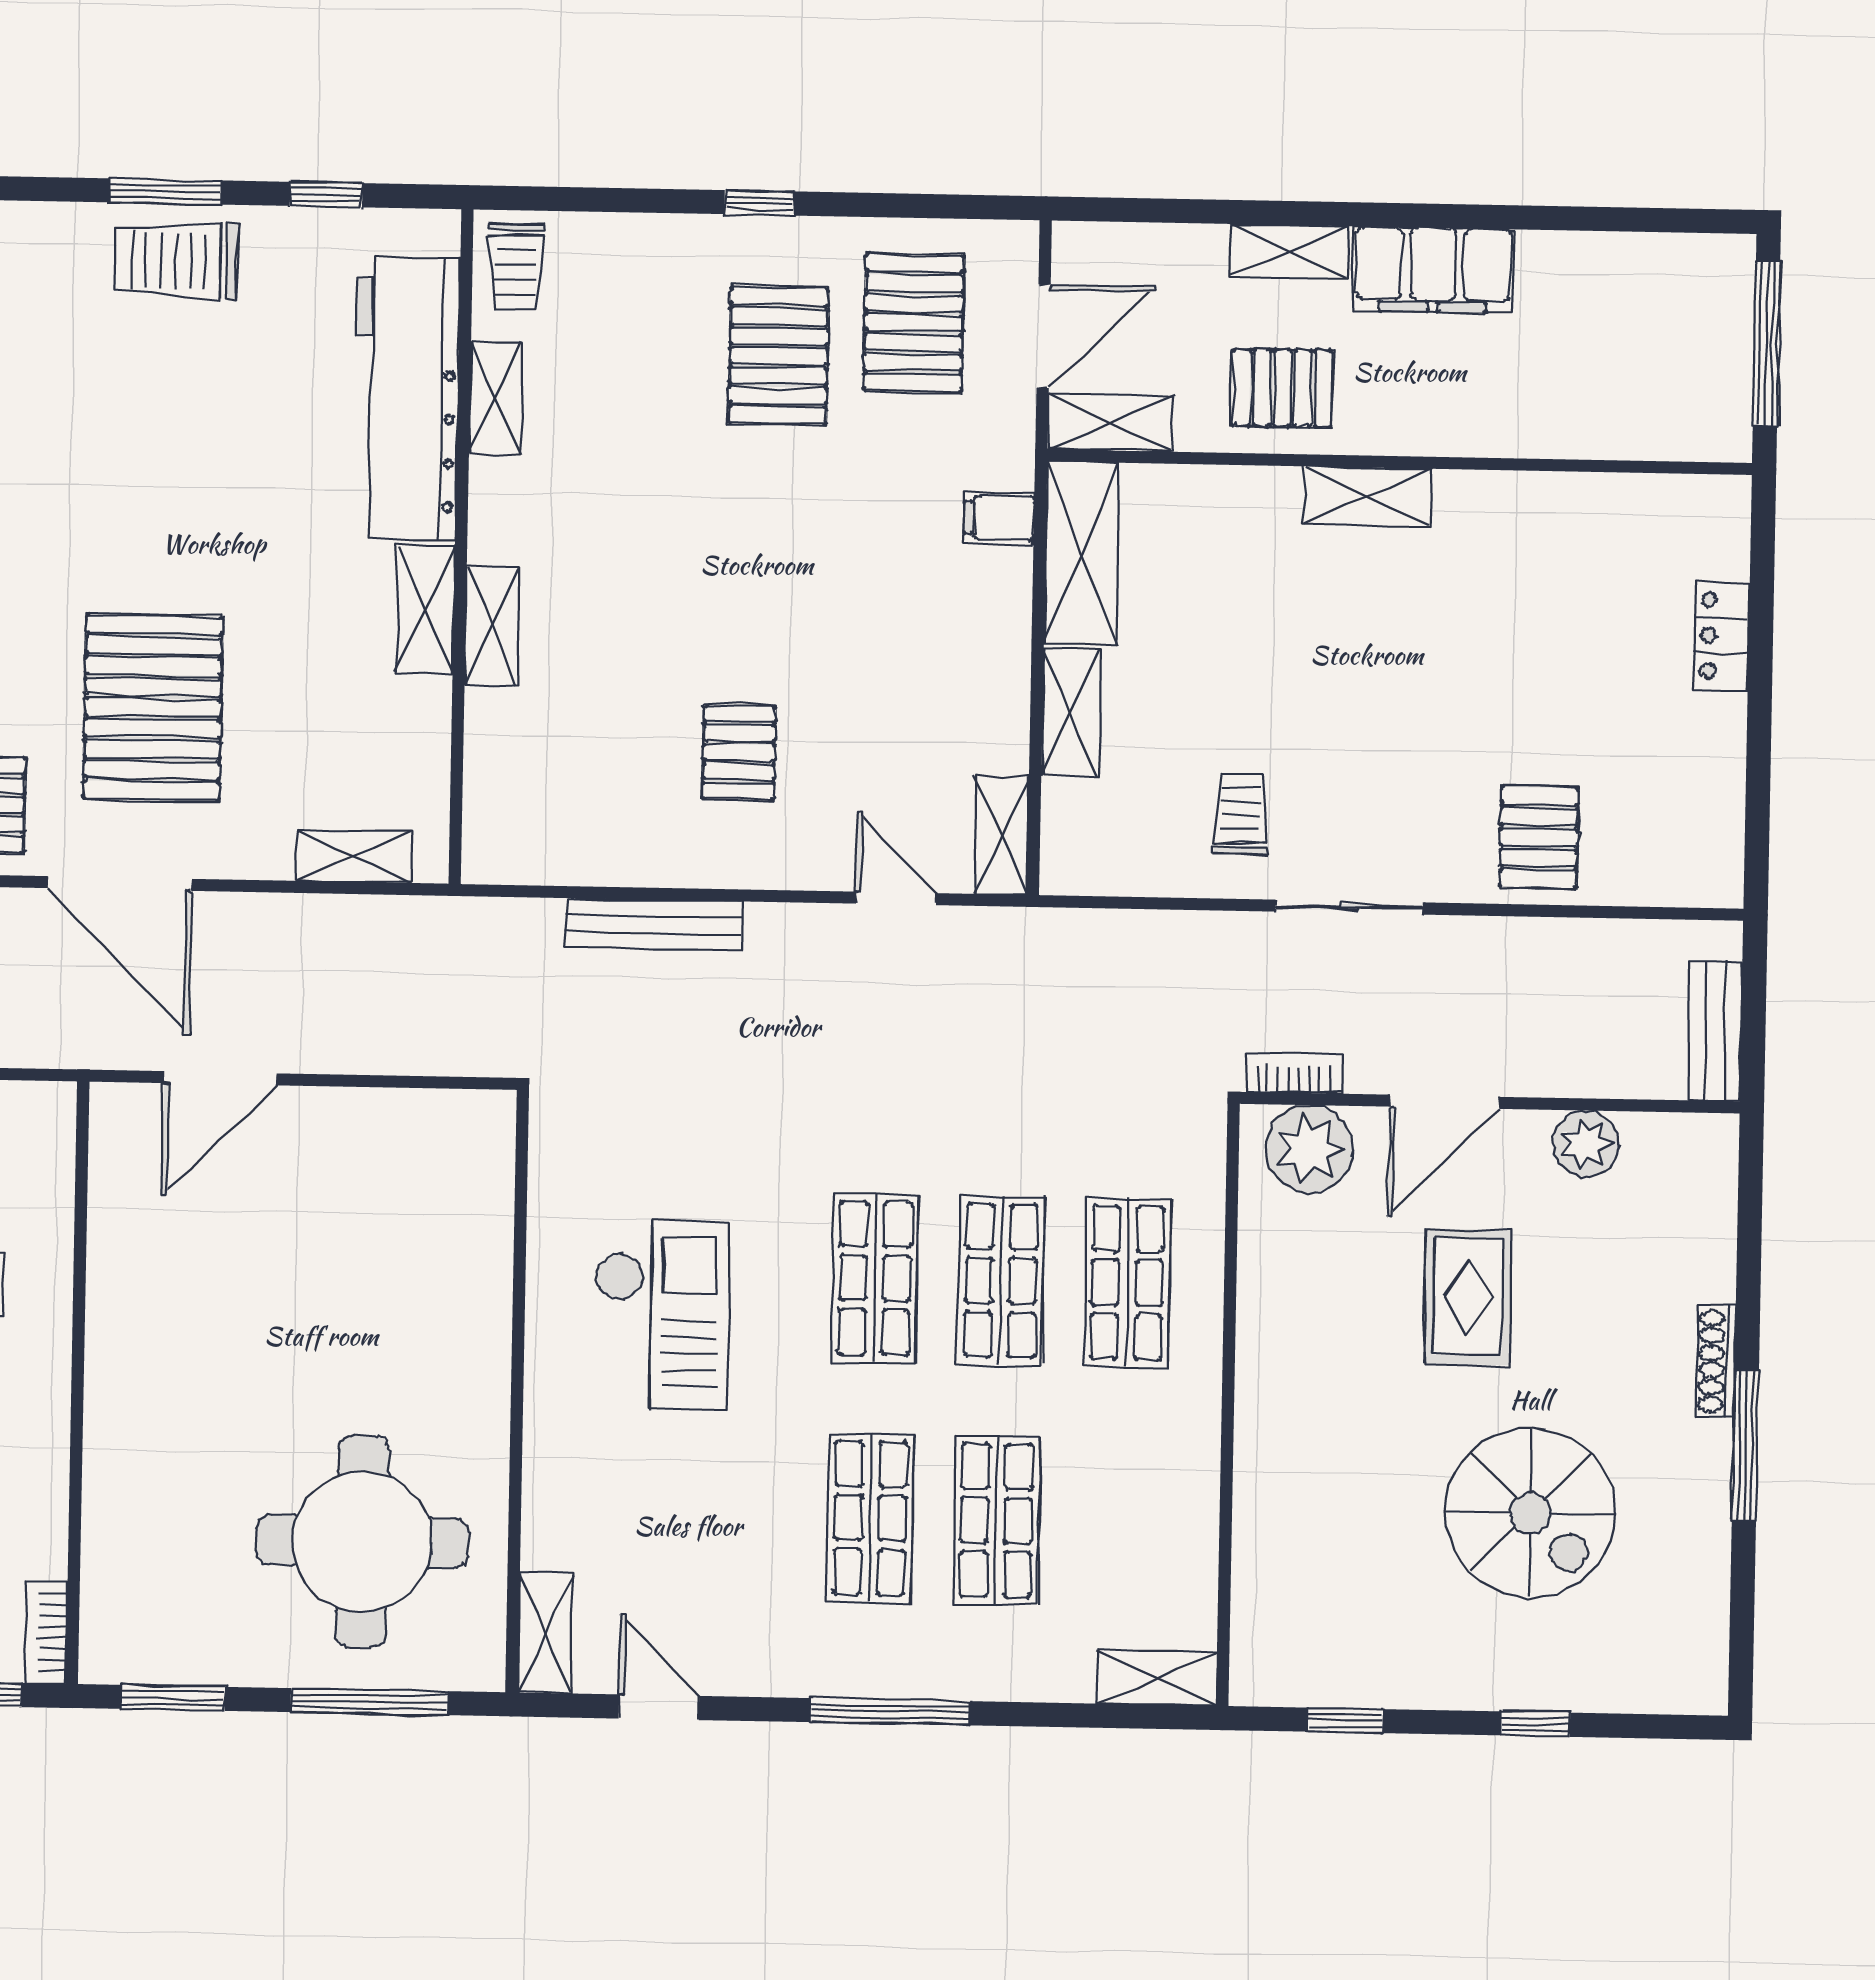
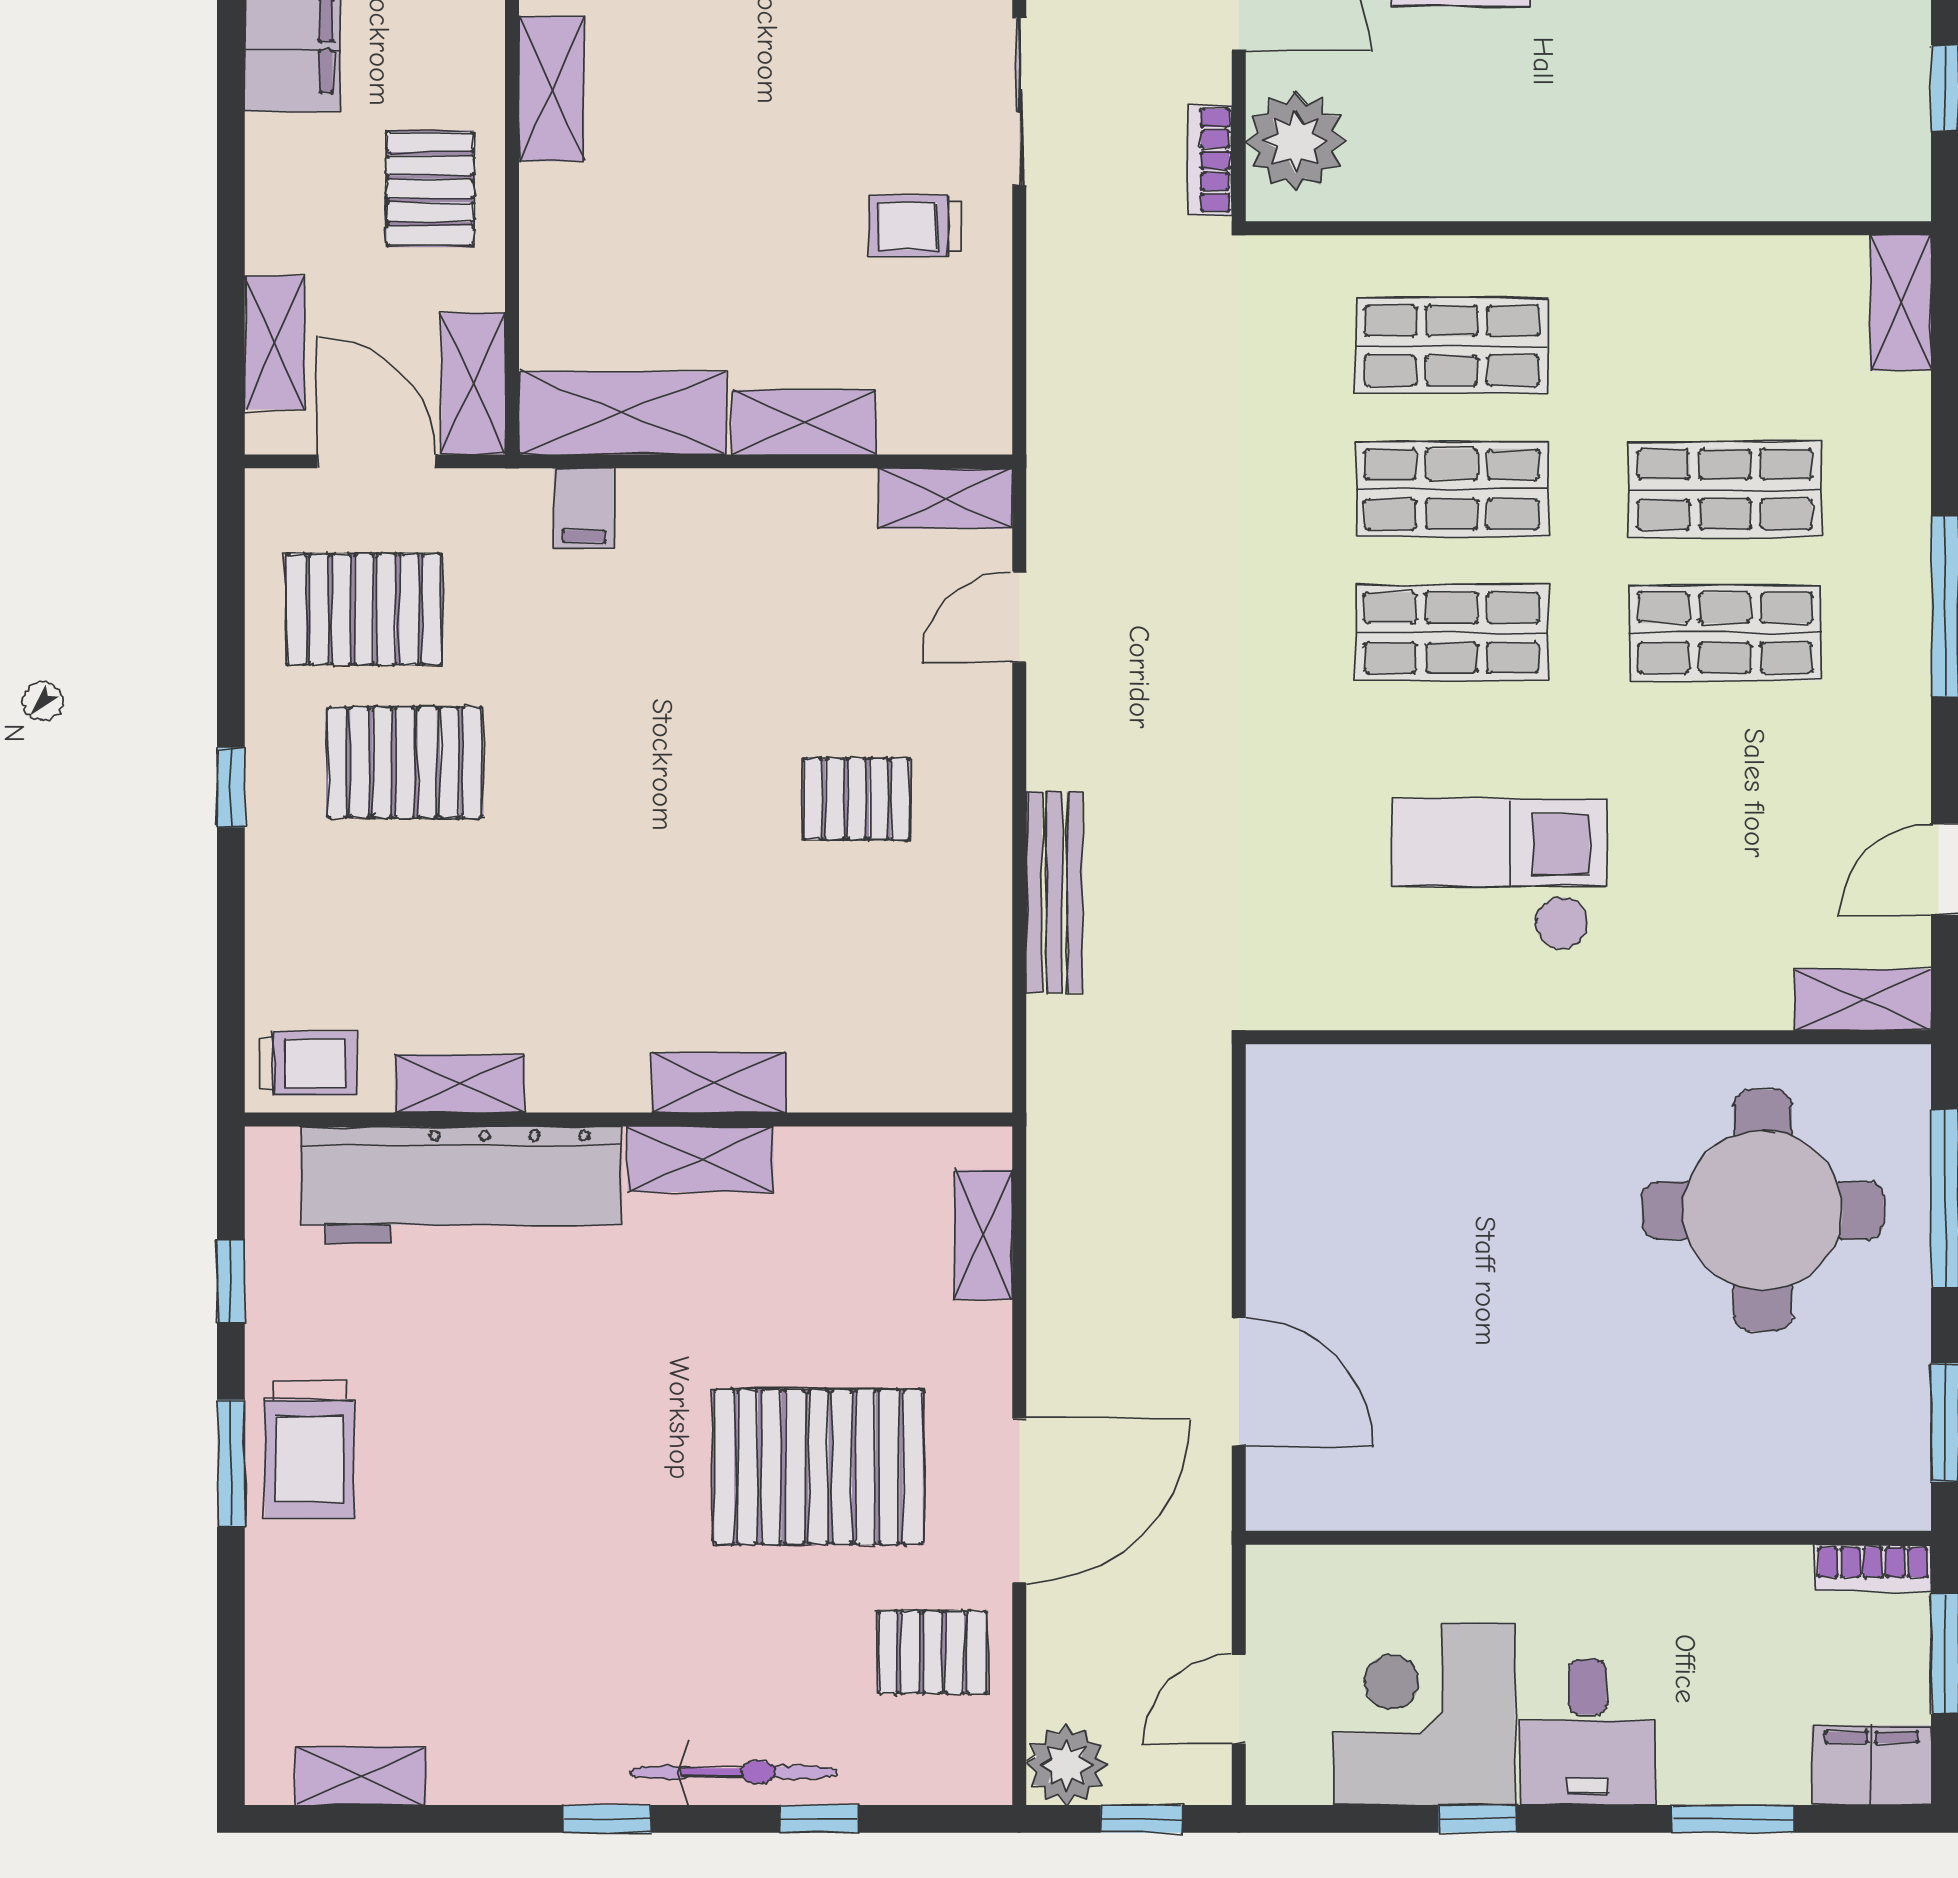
shelving: (1289, 251) -> (275, 343), moved

